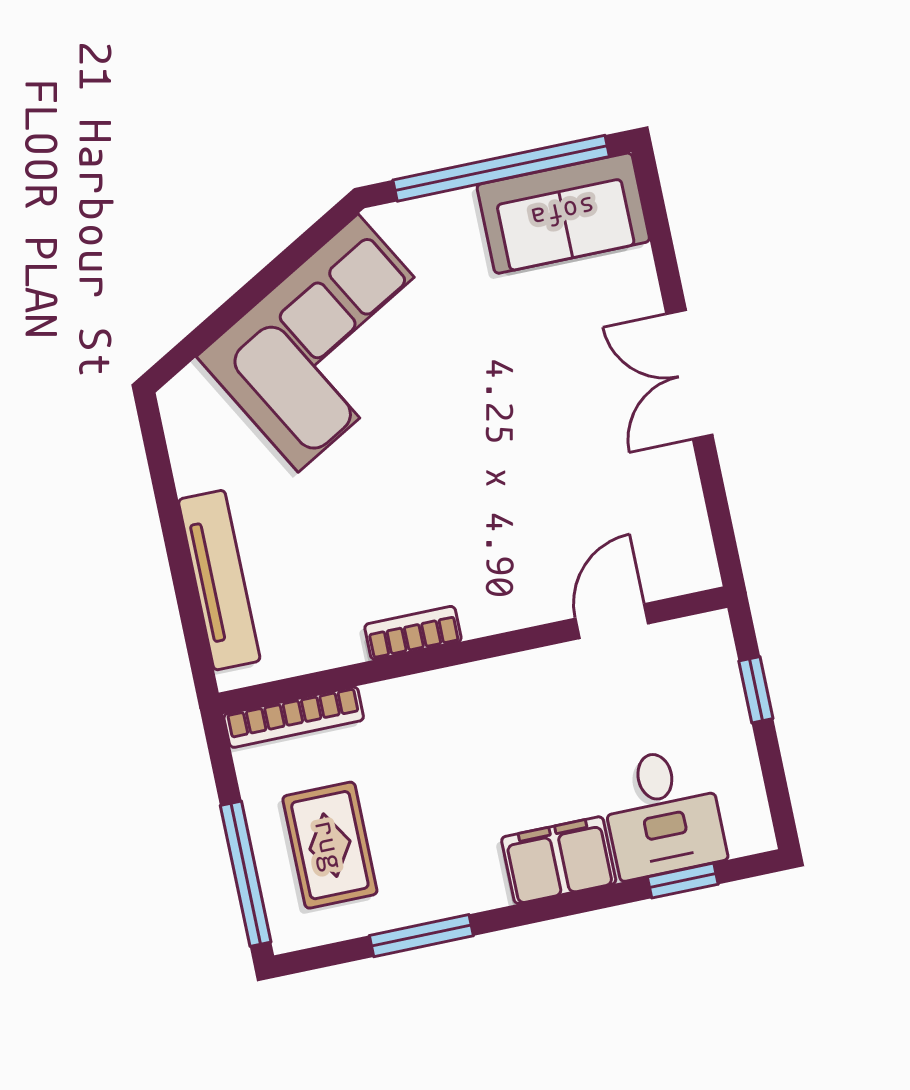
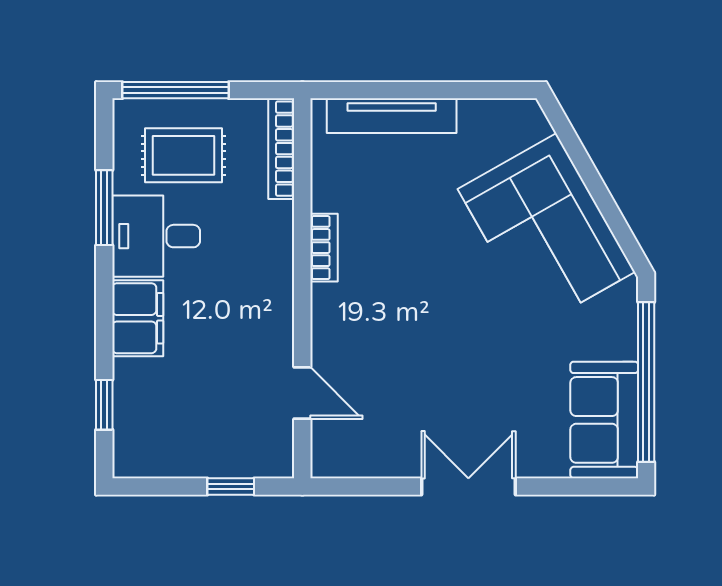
desk: (663, 813) -> (156, 236), moved

